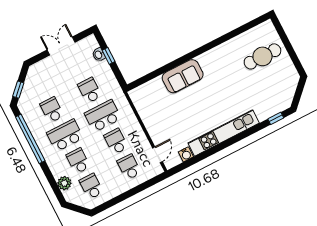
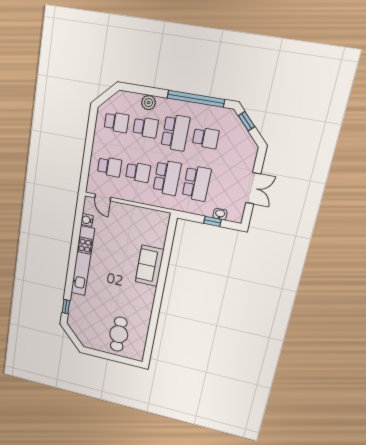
school desk: (90, 90) -> (197, 183), width x1.85
plant: (64, 183) -> (149, 103), moved

